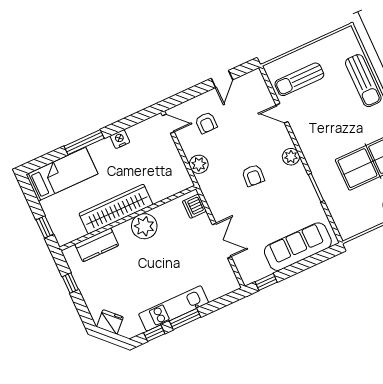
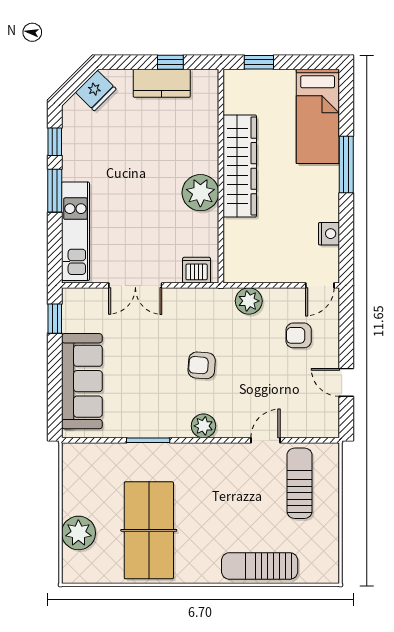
nightstand: (120, 139) -> (329, 234), moved
kitchen counter: (97, 245) -> (162, 83), moved, turned -90
kitchen unit: (174, 308) -> (75, 231), moved

